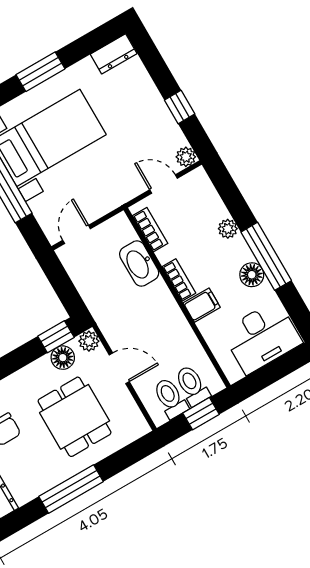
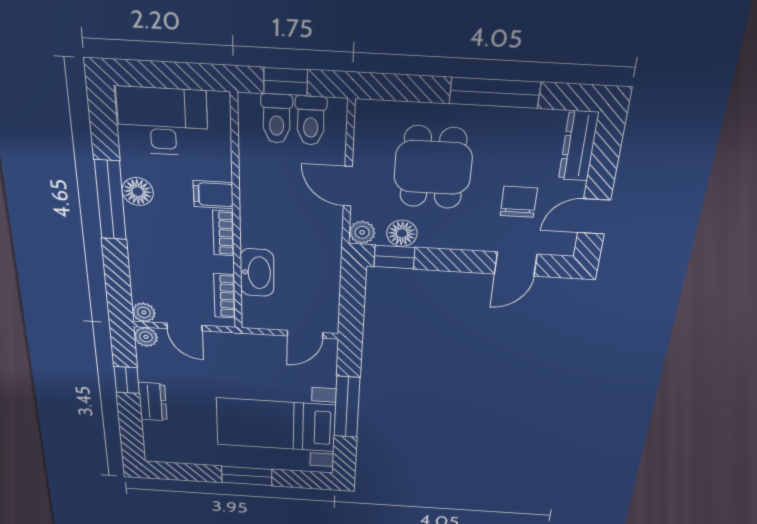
dresser: (114, 54) -> (153, 402), moved, turned 90
plant: (228, 229) -> (144, 312), moved

